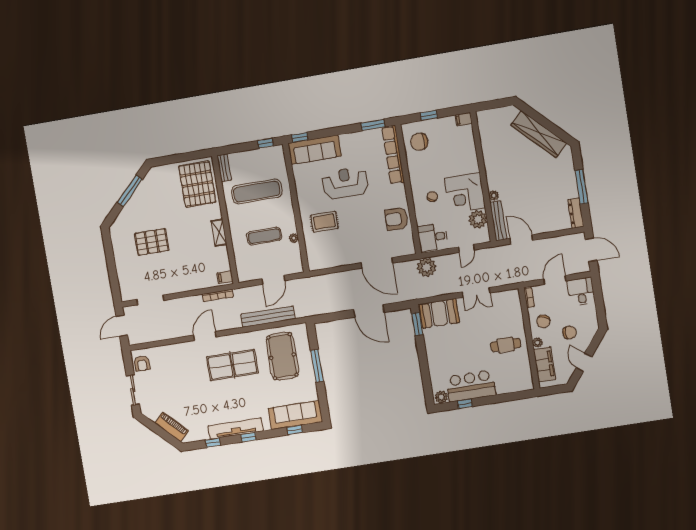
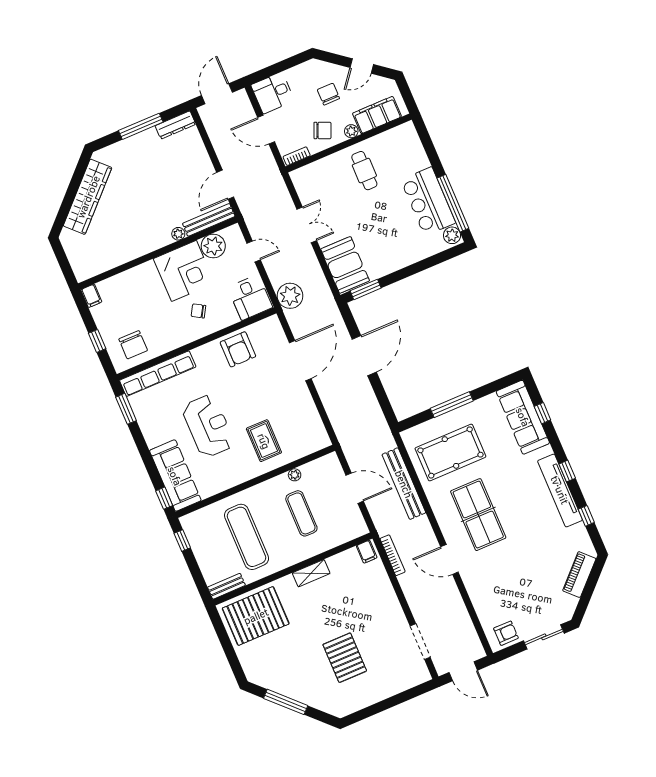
reception desk: (345, 183) -> (208, 426), turned 180
window: (465, 404) -> (453, 203), width x3.17

